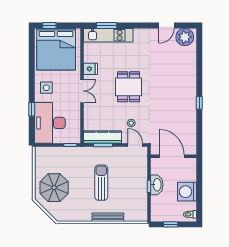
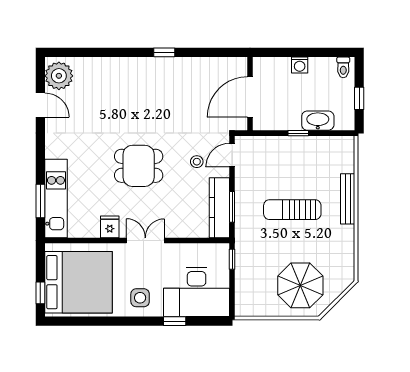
washbasin: (157, 185) -> (318, 121), moved
washing machine: (187, 192) -> (300, 65), width x0.53, depth x0.53

